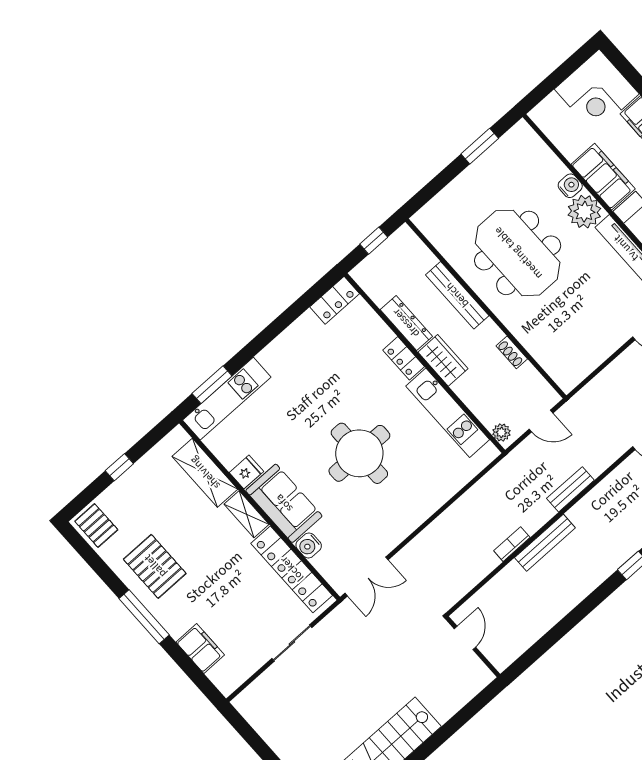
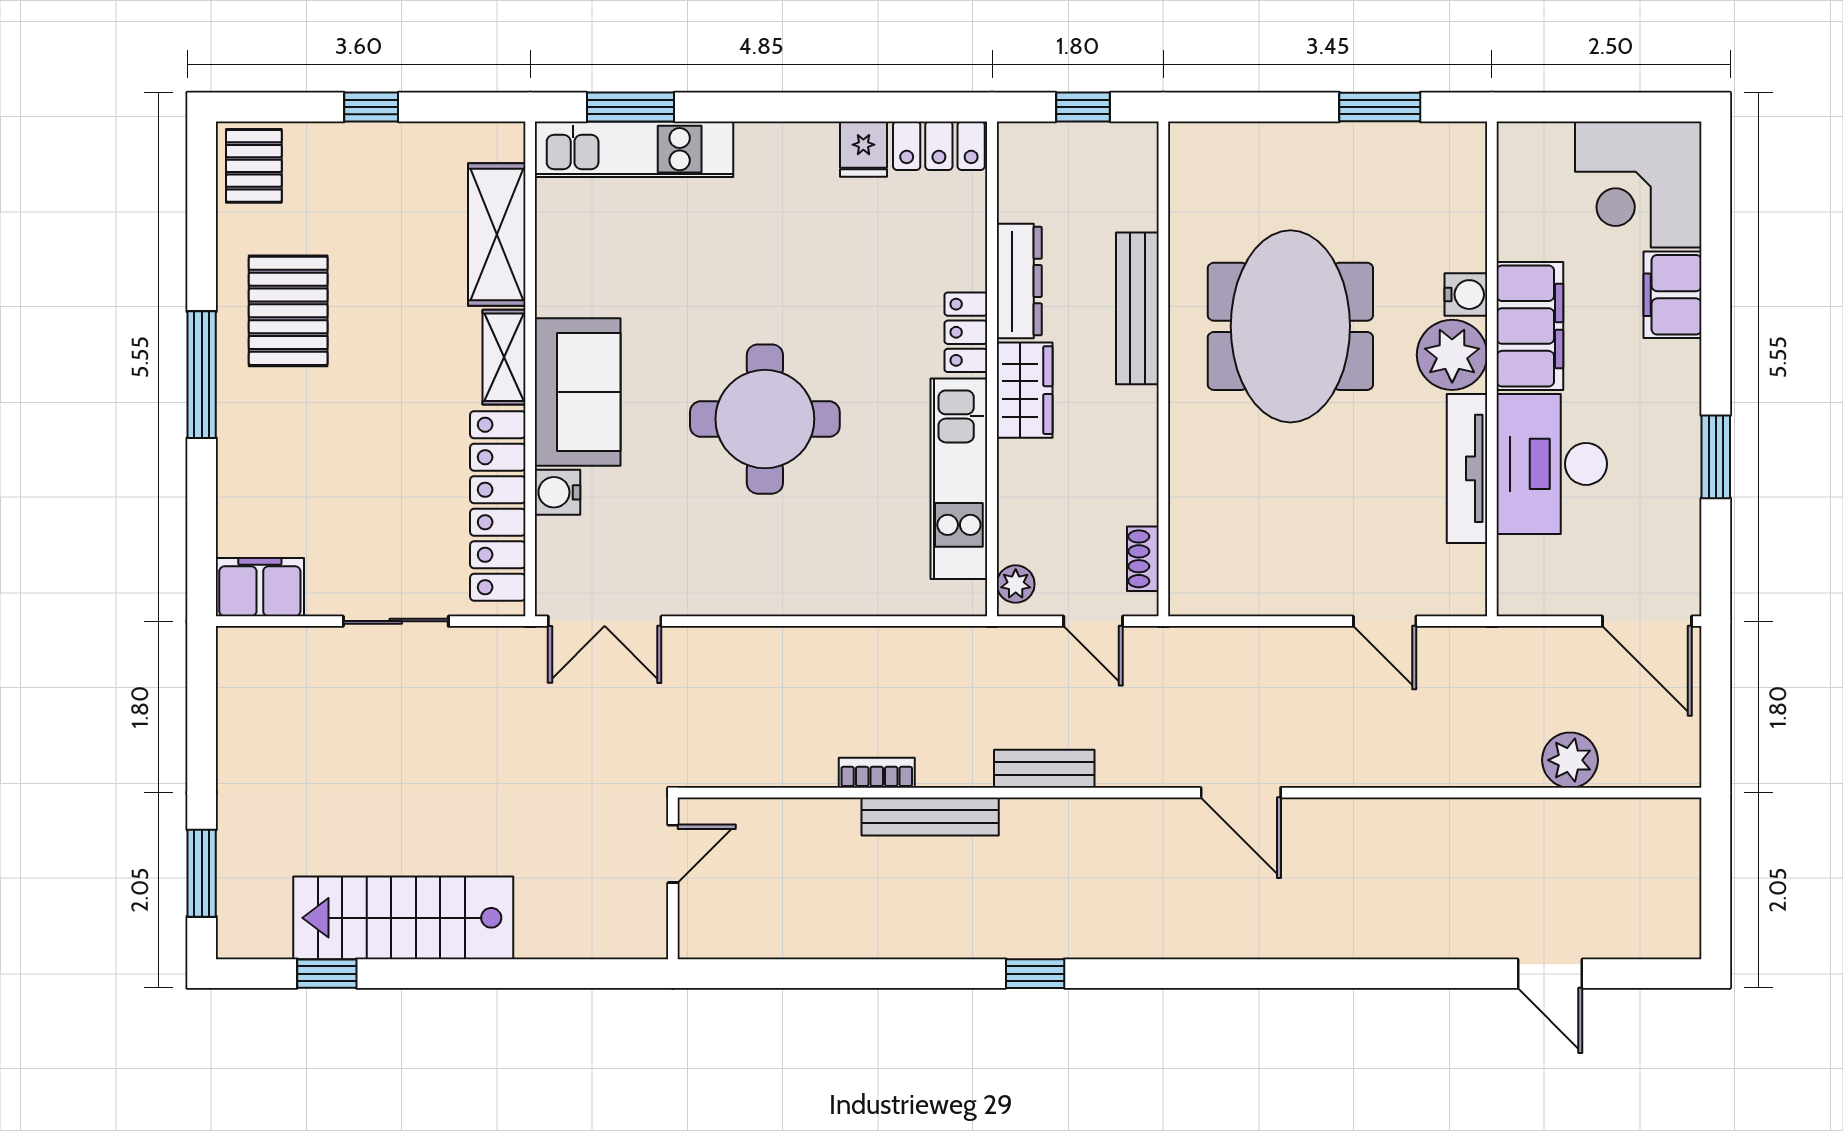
shoe rack: (512, 352) -> (1143, 559), moved
fridge: (246, 472) -> (863, 149), moved, turned 90
filing cabinet: (200, 648) -> (260, 587), moved, turned -90

